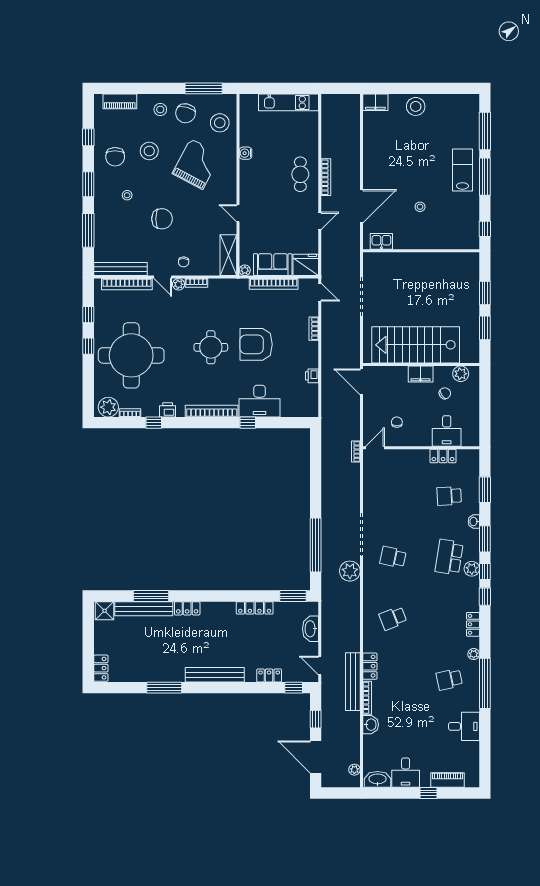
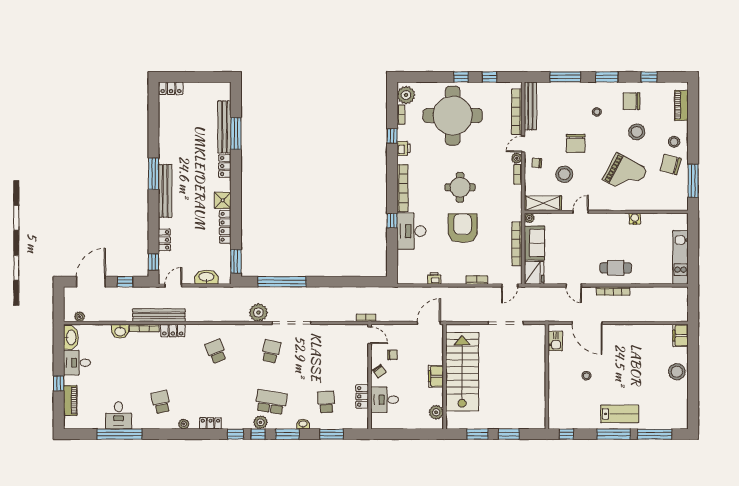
stool: (220, 123) -> (564, 174), moved
chair: (445, 393) -> (379, 371), moved
shower: (105, 611) -> (223, 200), moved
window: (485, 683) -> (120, 434), moved
window: (164, 688) -> (153, 174), moved

